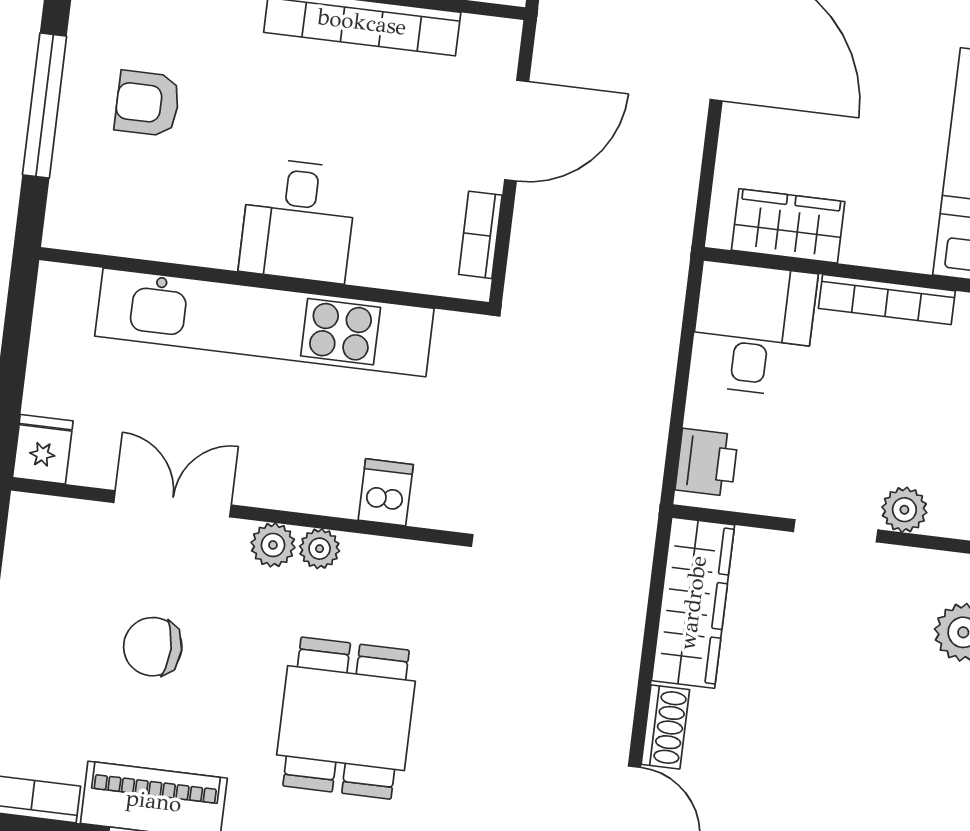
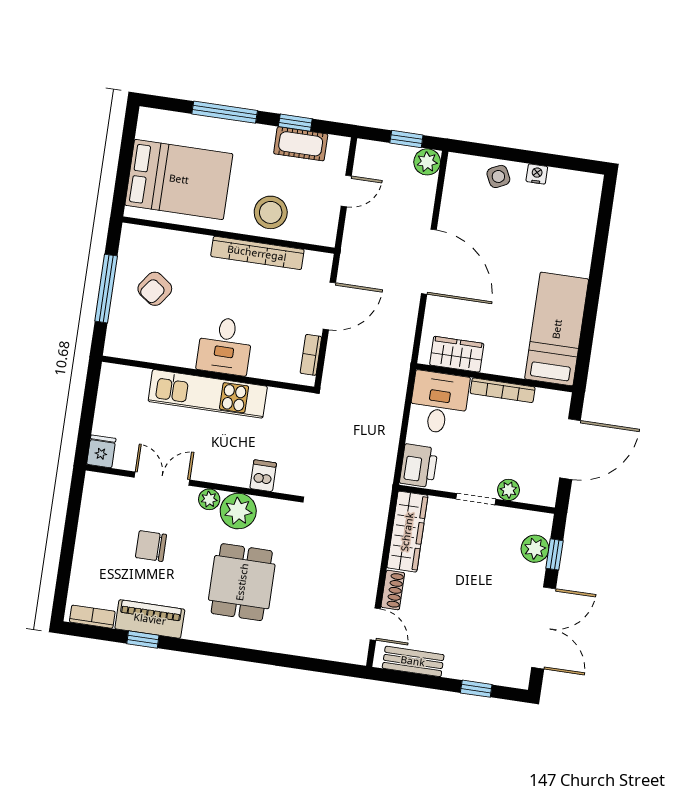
armchair: (147, 103) -> (155, 289), turned -54
kitchen unit: (264, 322) -> (208, 394), width x0.73
printer: (707, 462) -> (419, 466), width x1.36, depth x1.24
plant: (320, 549) -> (238, 511), width x1.88, depth x1.88

